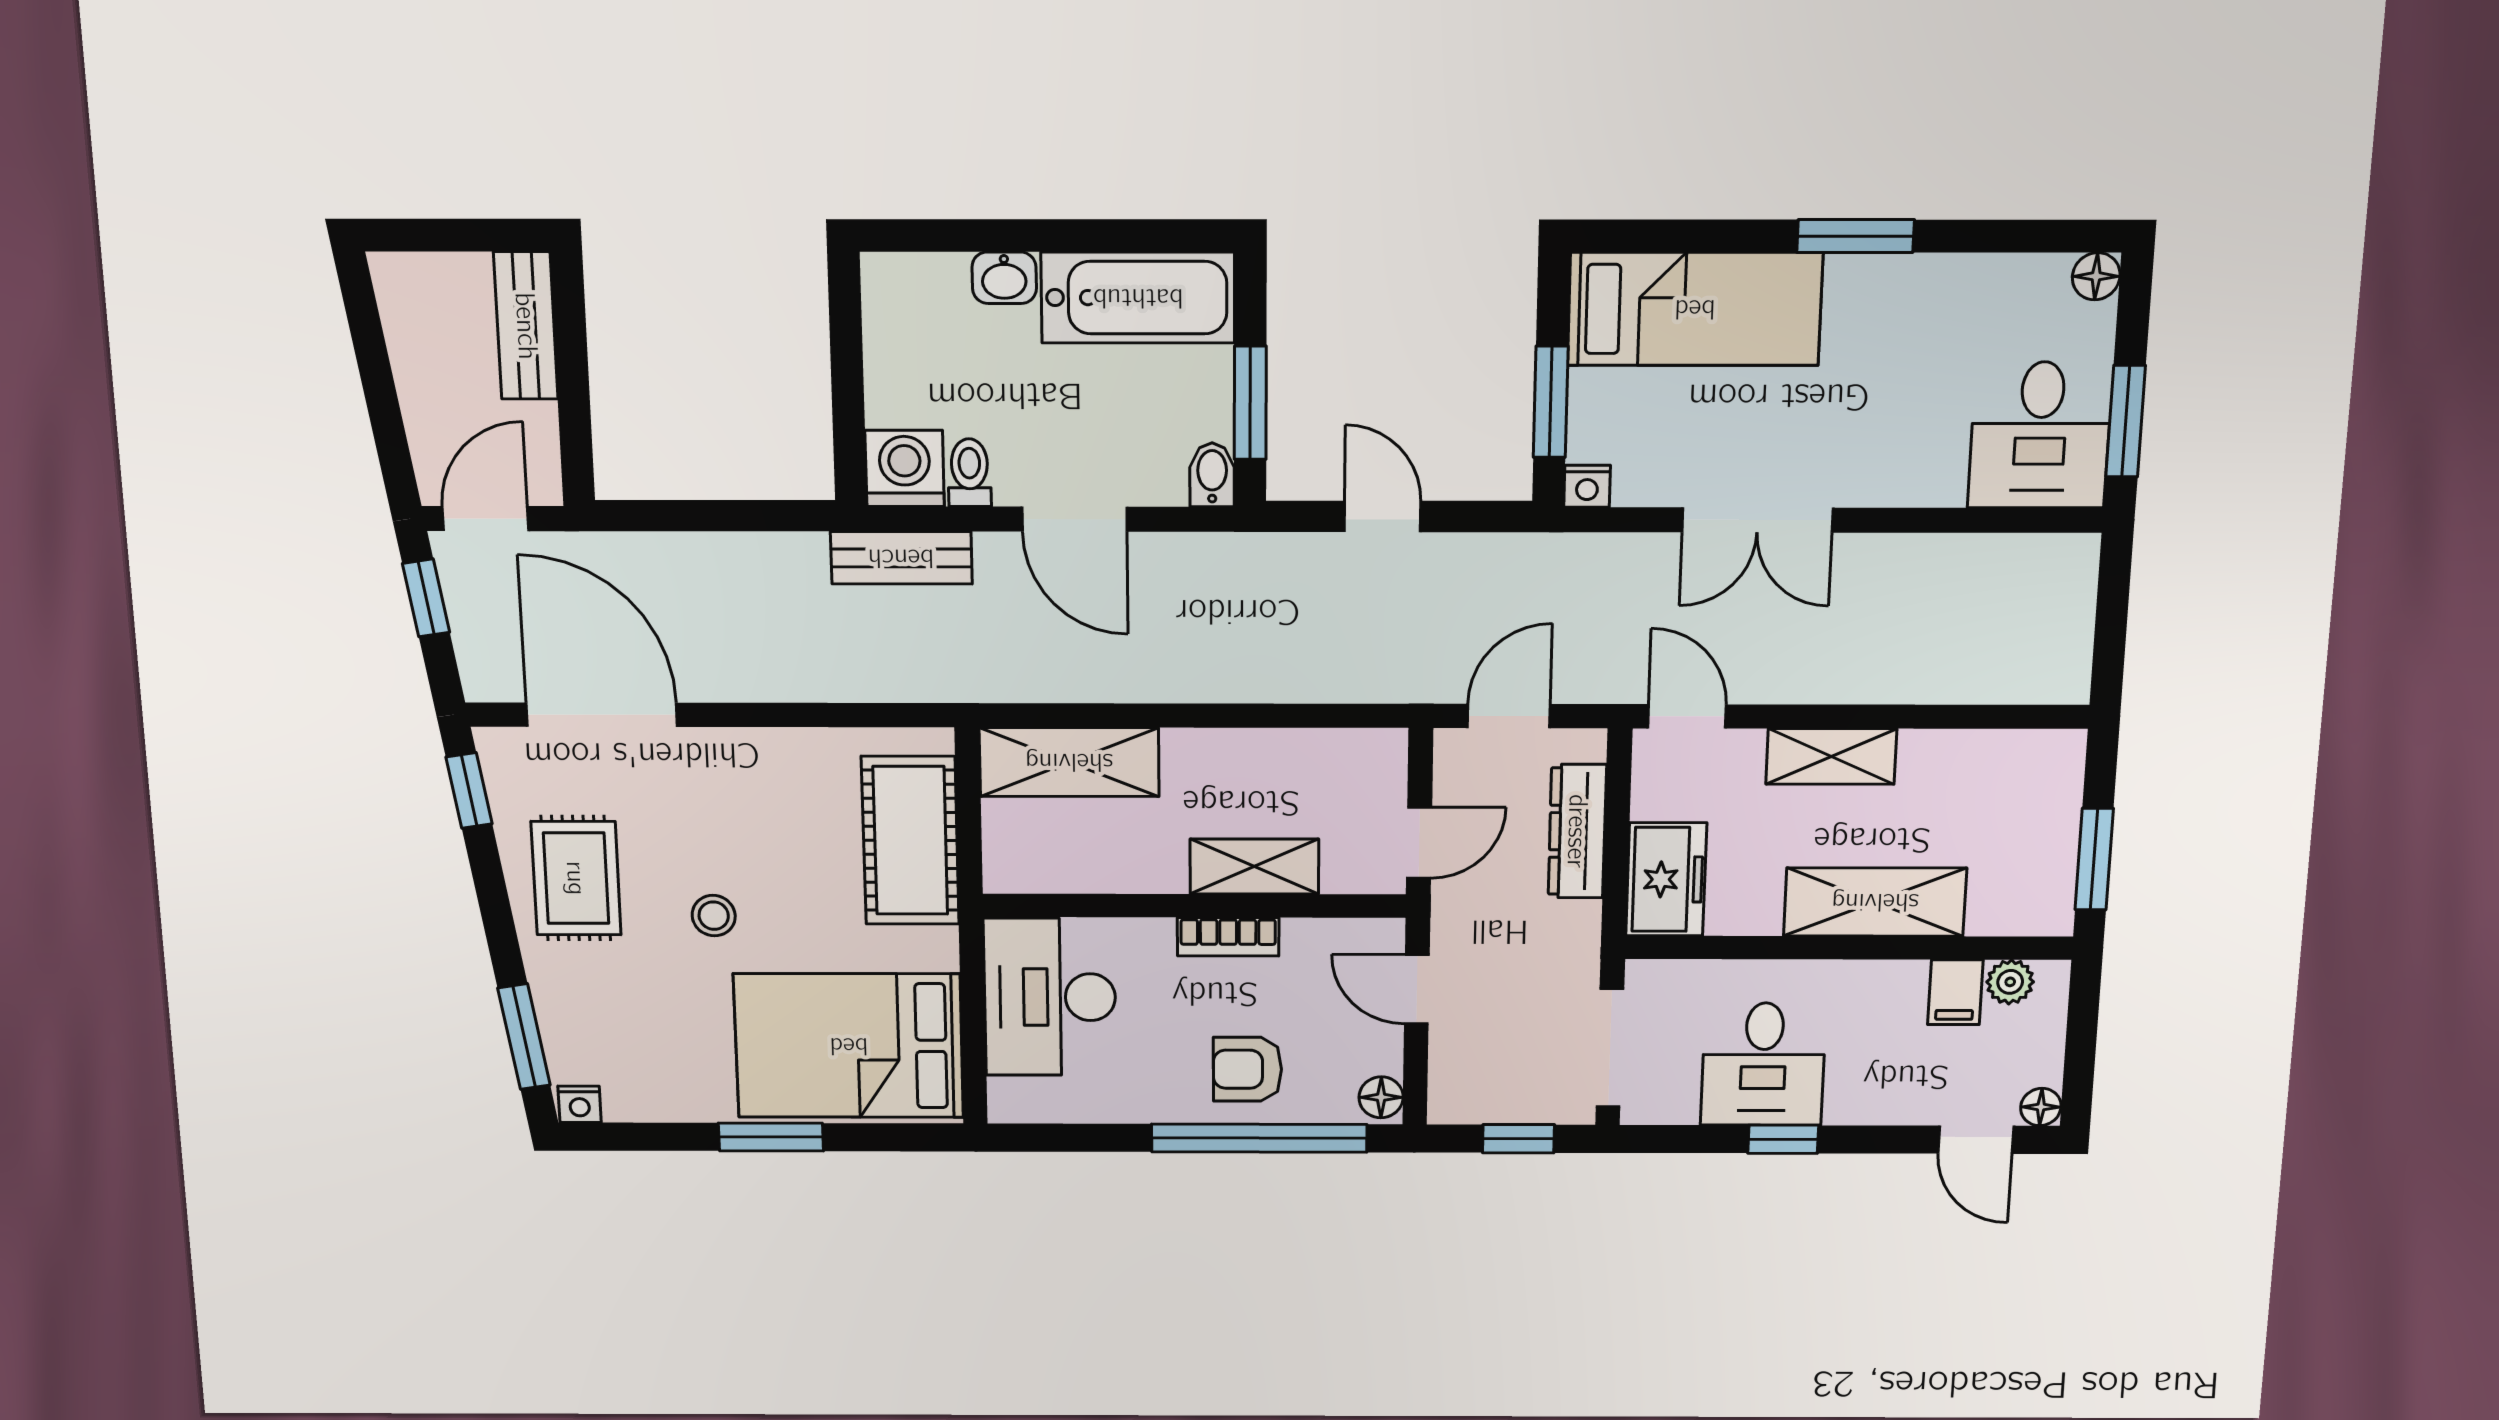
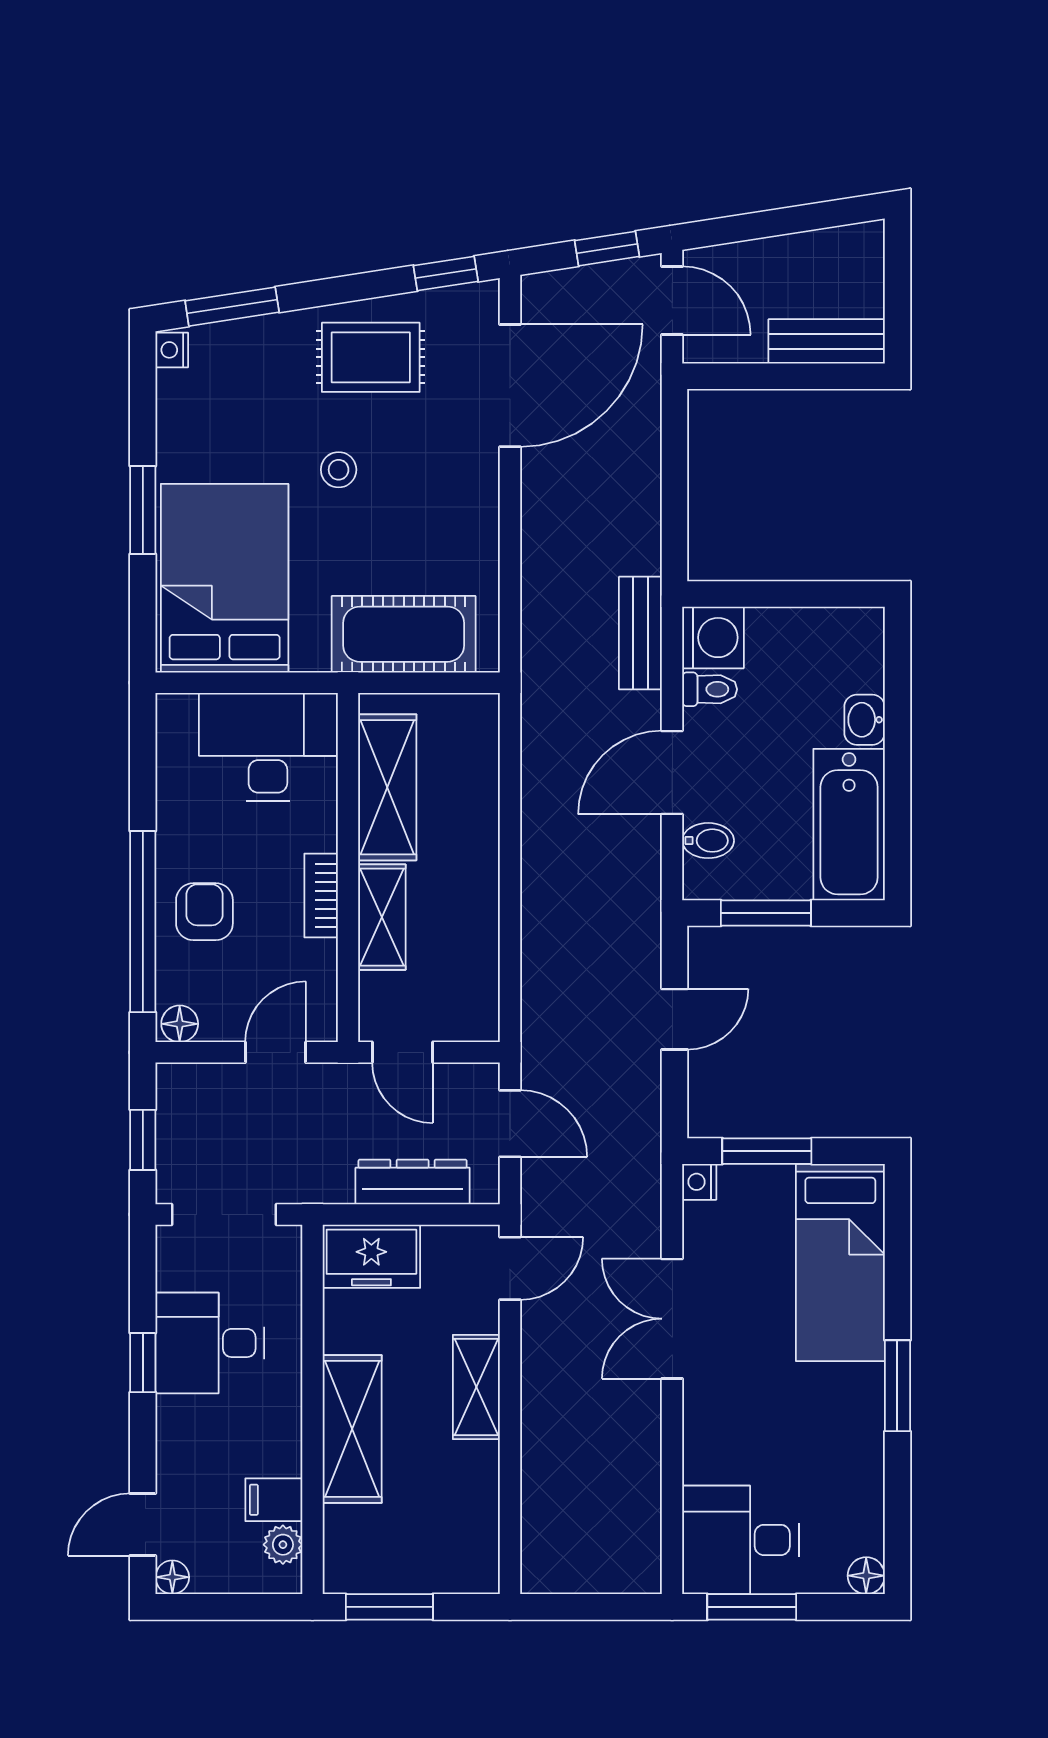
bidet: (1212, 475) -> (708, 841), moved
shelving: (1069, 762) -> (387, 787), moved

